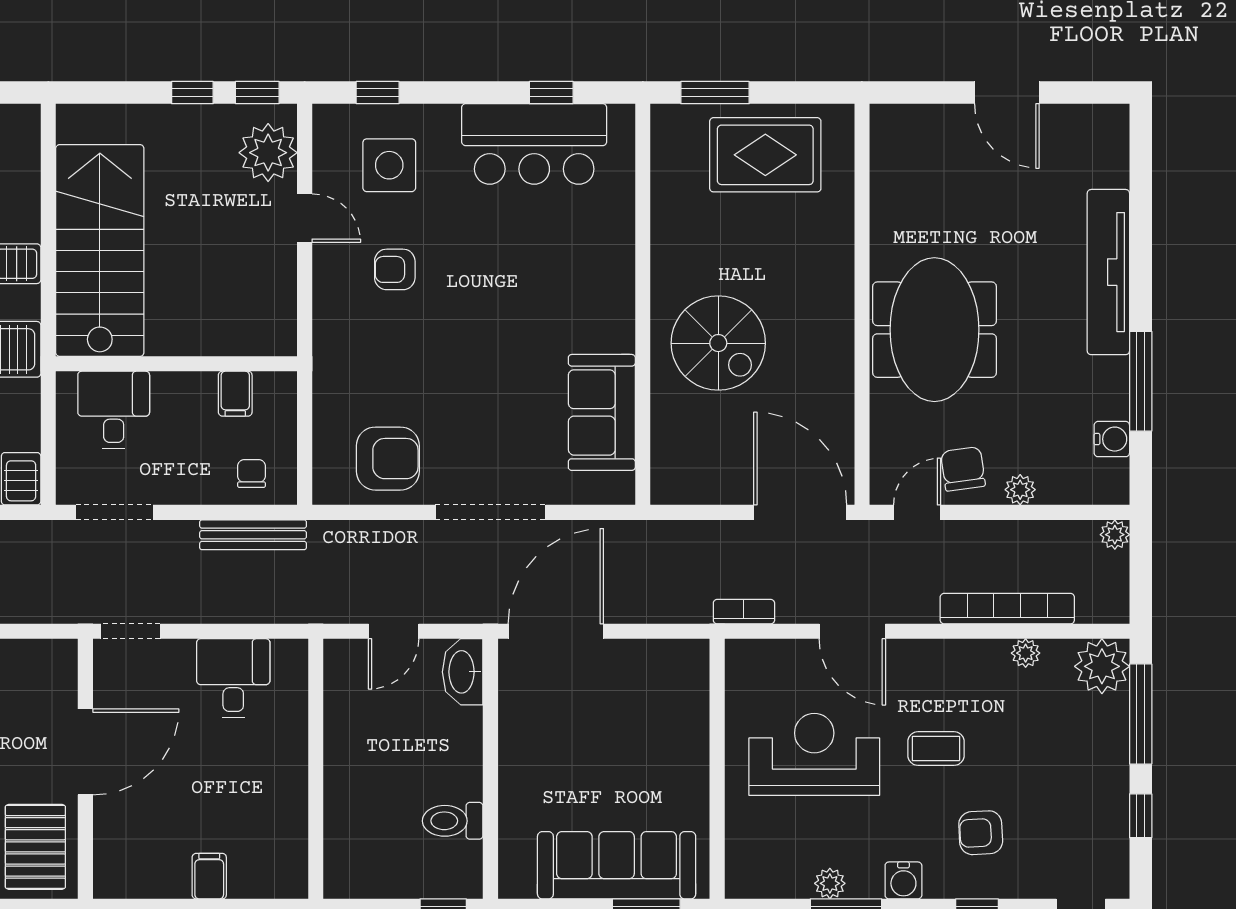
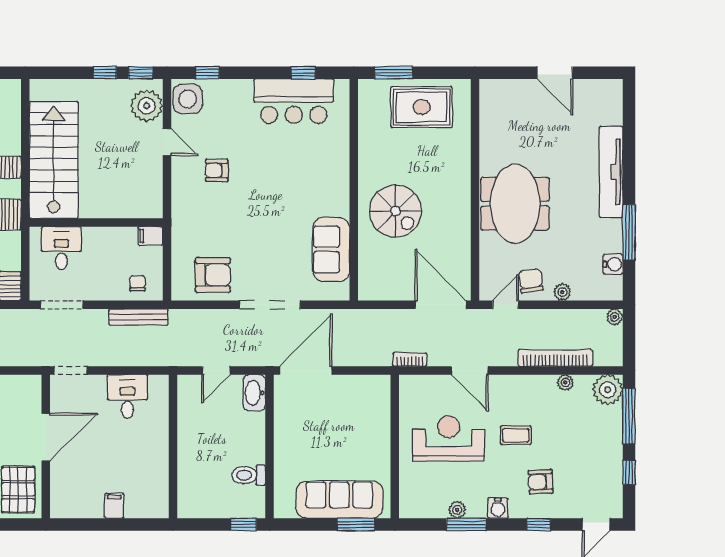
side table: (389, 165) -> (188, 99), moved
filing cabinet: (235, 394) -> (150, 236), moved, turned 90

